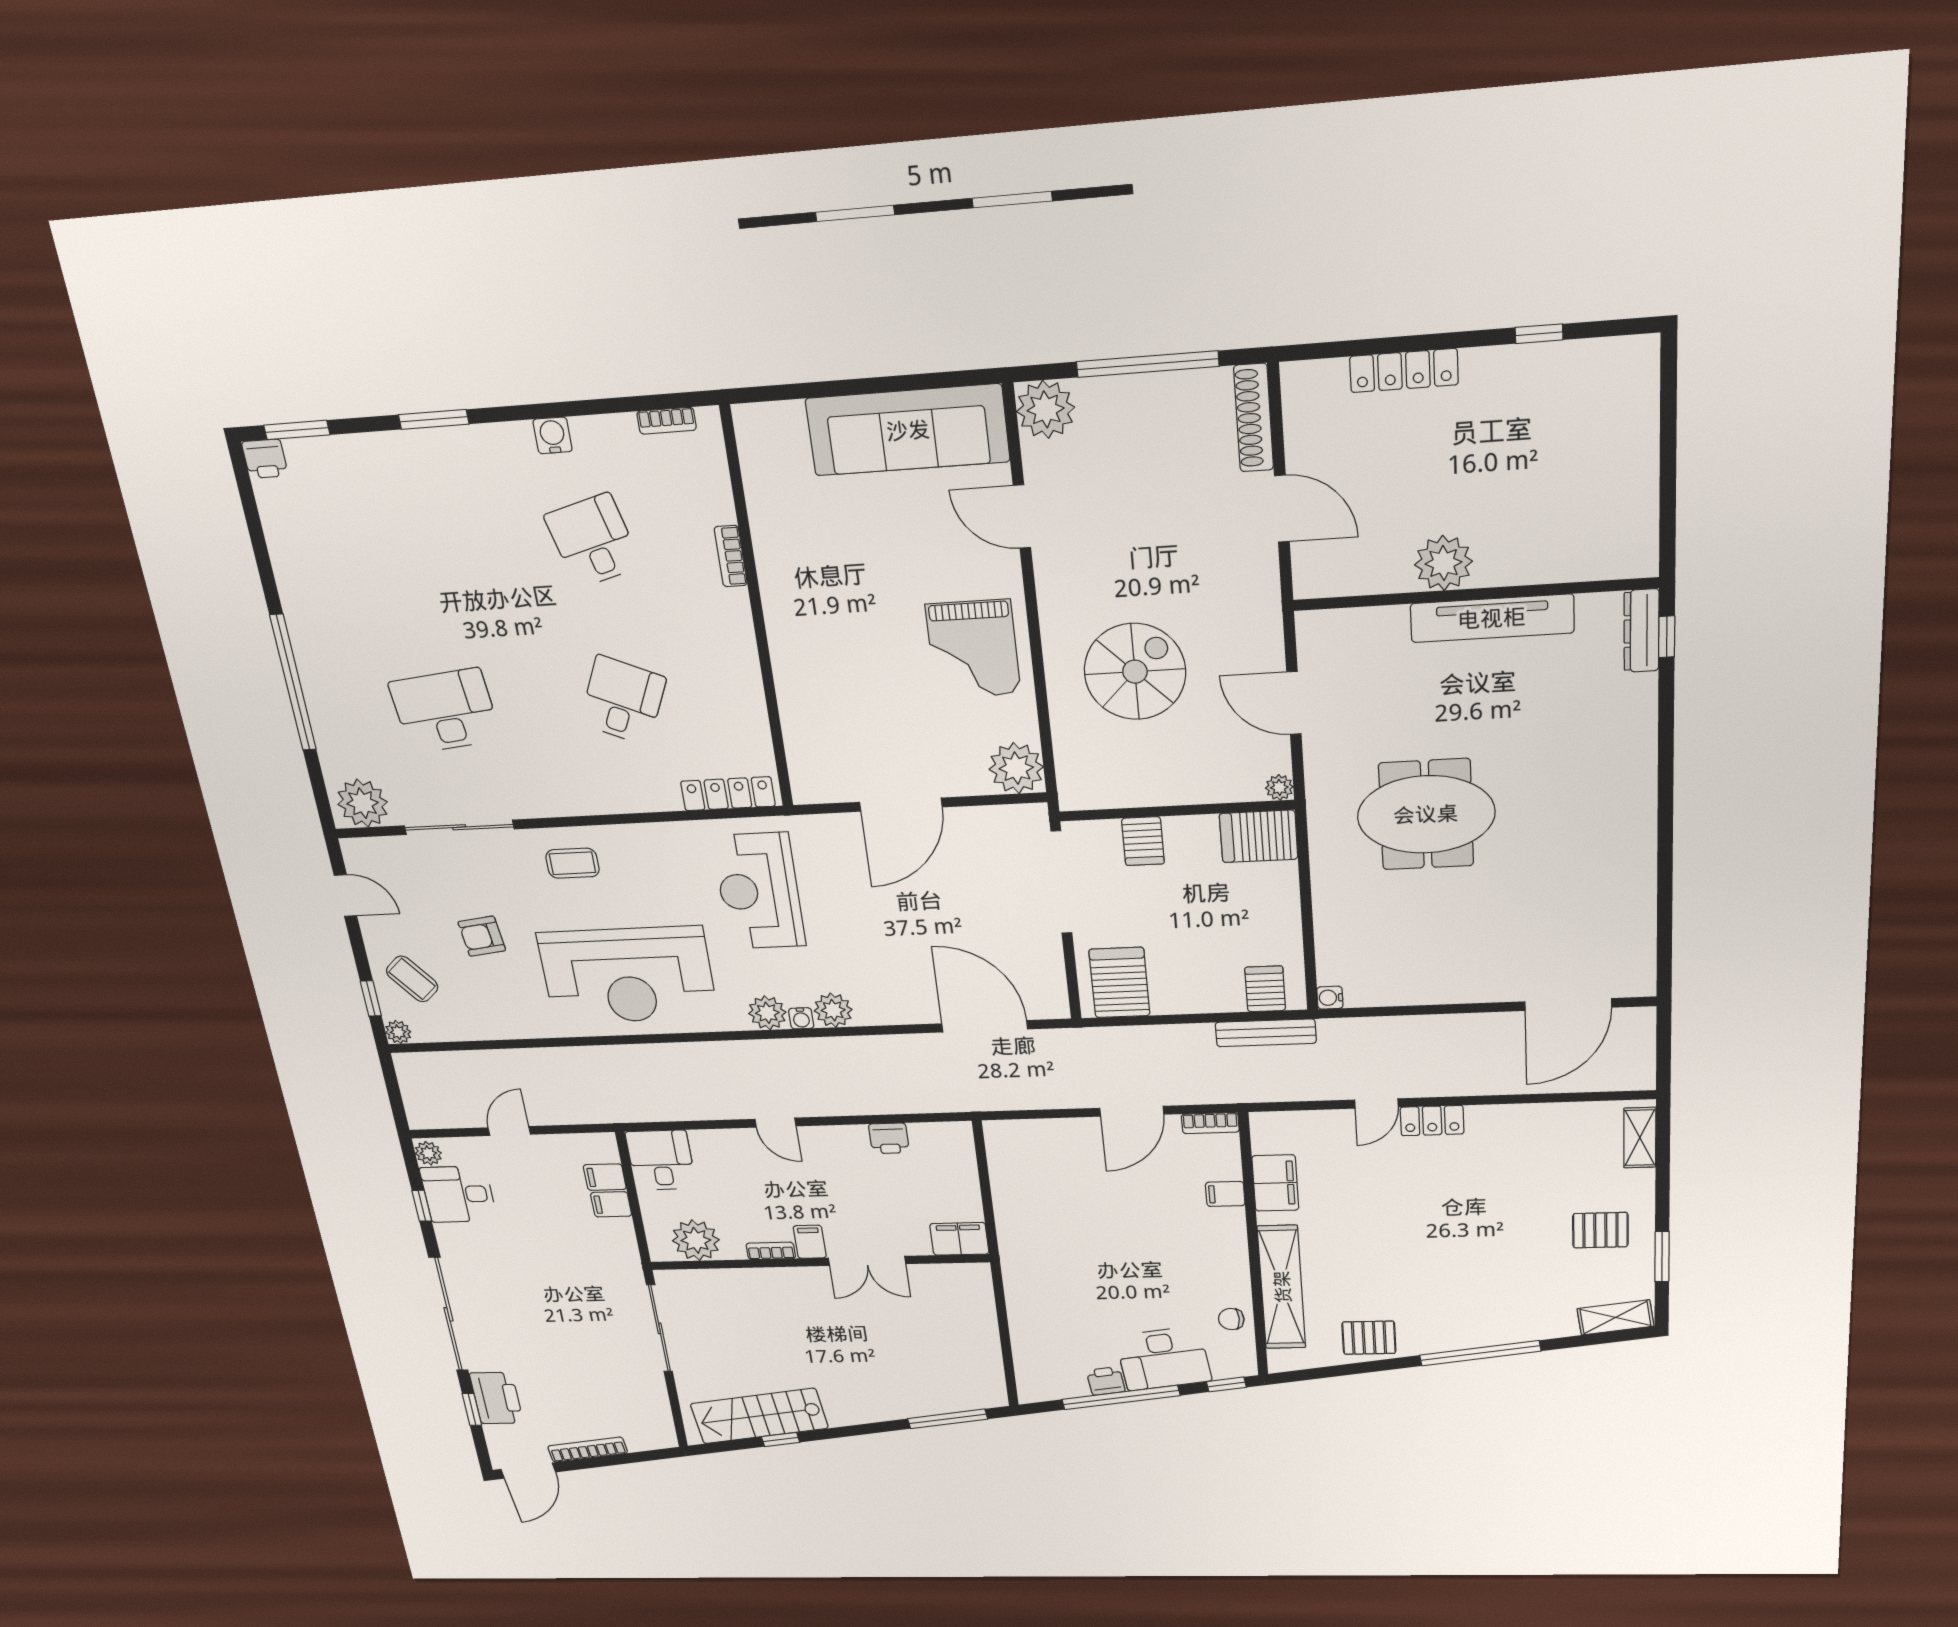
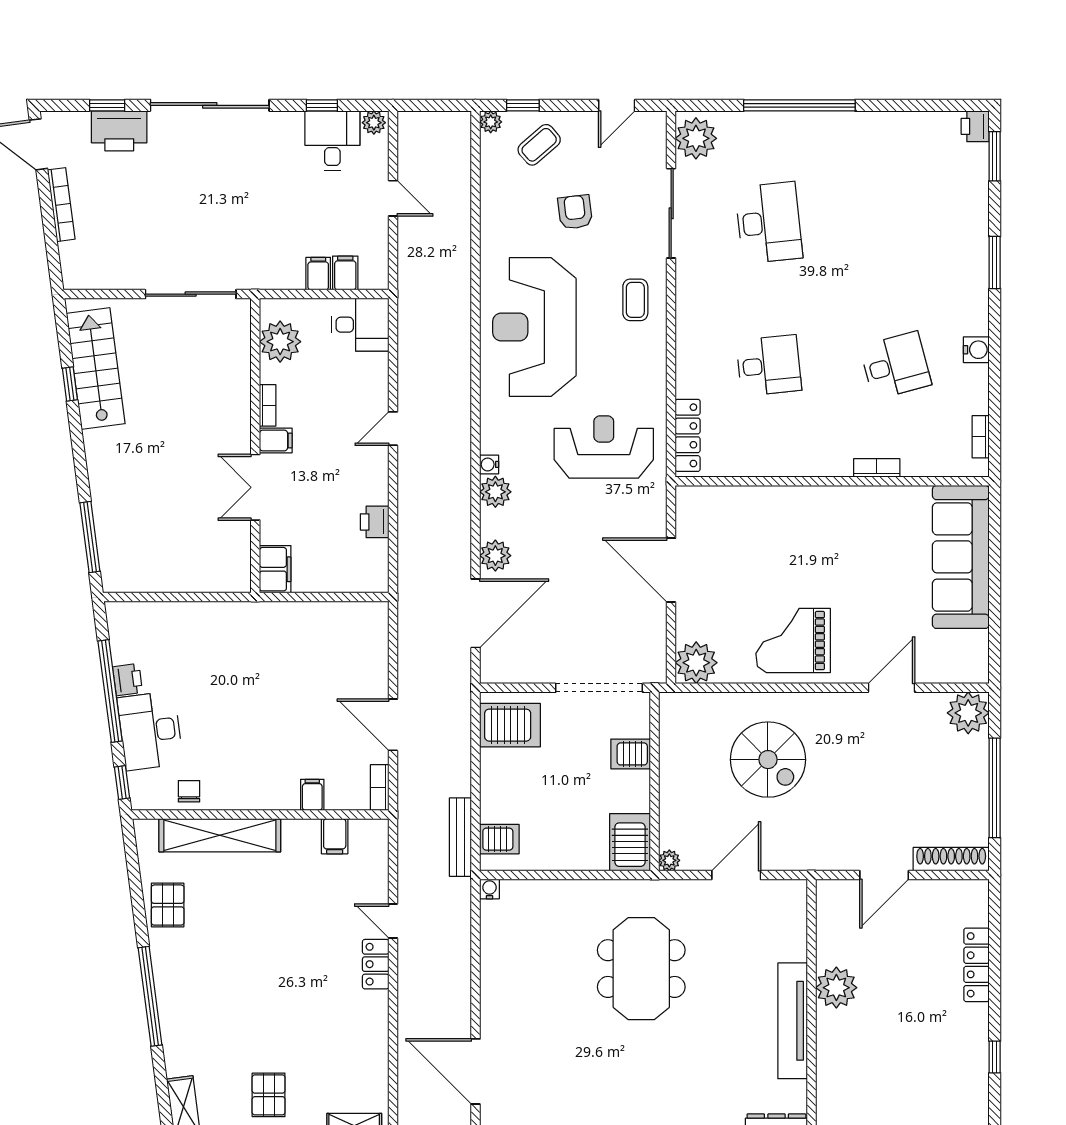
sofa: (908, 430) -> (961, 557), moved
desk: (623, 701) -> (769, 365), turned -30
plant: (767, 1013) -> (495, 556), moved
filing cabinet: (1275, 1183) -> (335, 836), width x0.50

